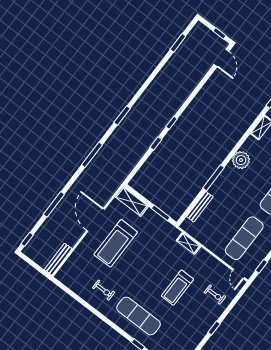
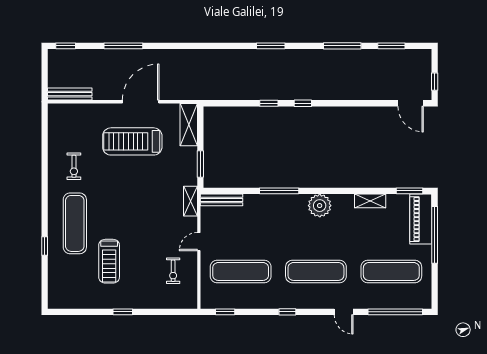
door: (221, 58) -> (411, 103), hinge flipped
window: (92, 155) -> (342, 46), moved
bench: (200, 207) -> (221, 200), moved
shelving: (188, 243) -> (190, 201), moved
door: (239, 274) -> (199, 242), moved
treadmill: (177, 288) -> (109, 261), moved, turned -90
exercise bike: (215, 295) -> (173, 271), moved

